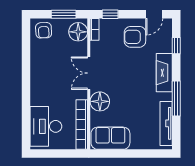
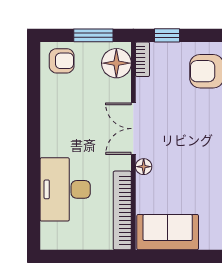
armchair: (44, 30) -> (62, 61), turned -87
floor lamp: (100, 101) -> (144, 167), width x0.53, depth x0.53
desk: (46, 126) -> (65, 189), moved

